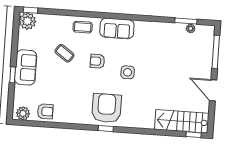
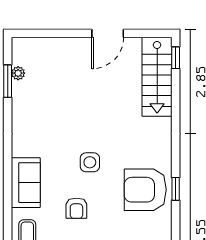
window: (216, 52) -> (50, 33), removed

